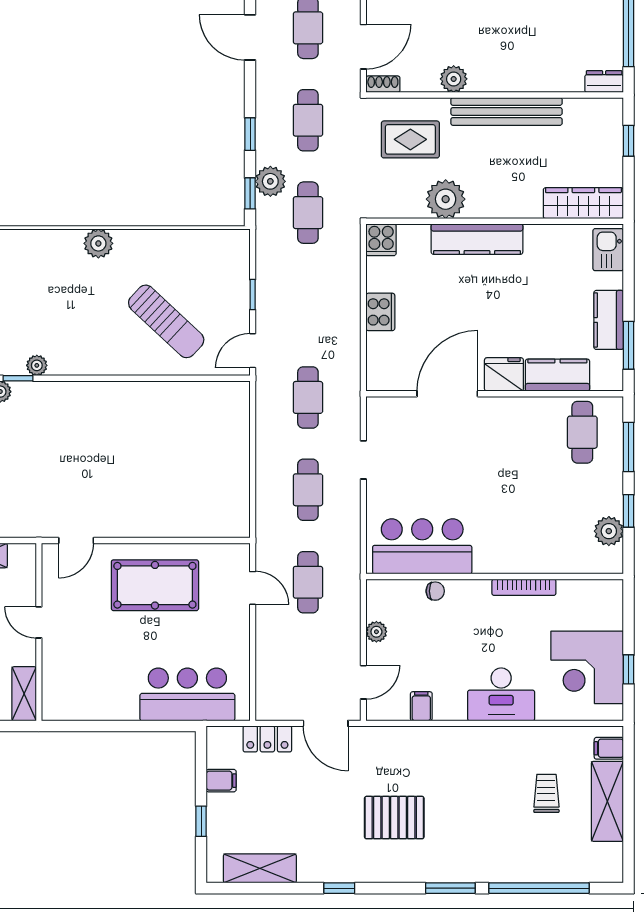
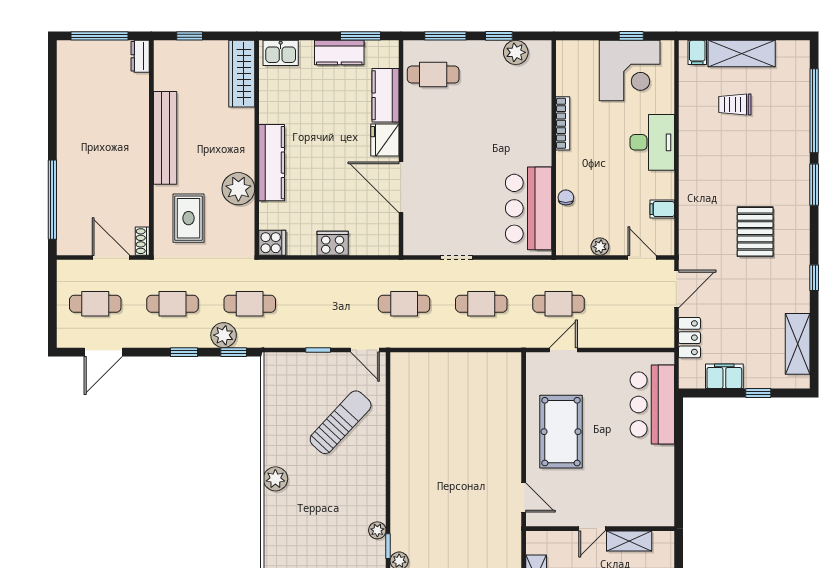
plant: (454, 79) -> (138, 182), removed
shelving: (24, 694) -> (629, 541), moved
filing cabinet: (221, 781) -> (724, 376), width x2.00

